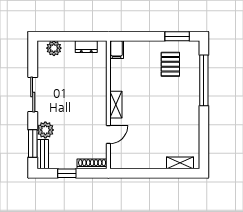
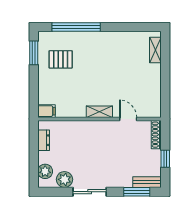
plant: (45, 130) -> (64, 179), moved

